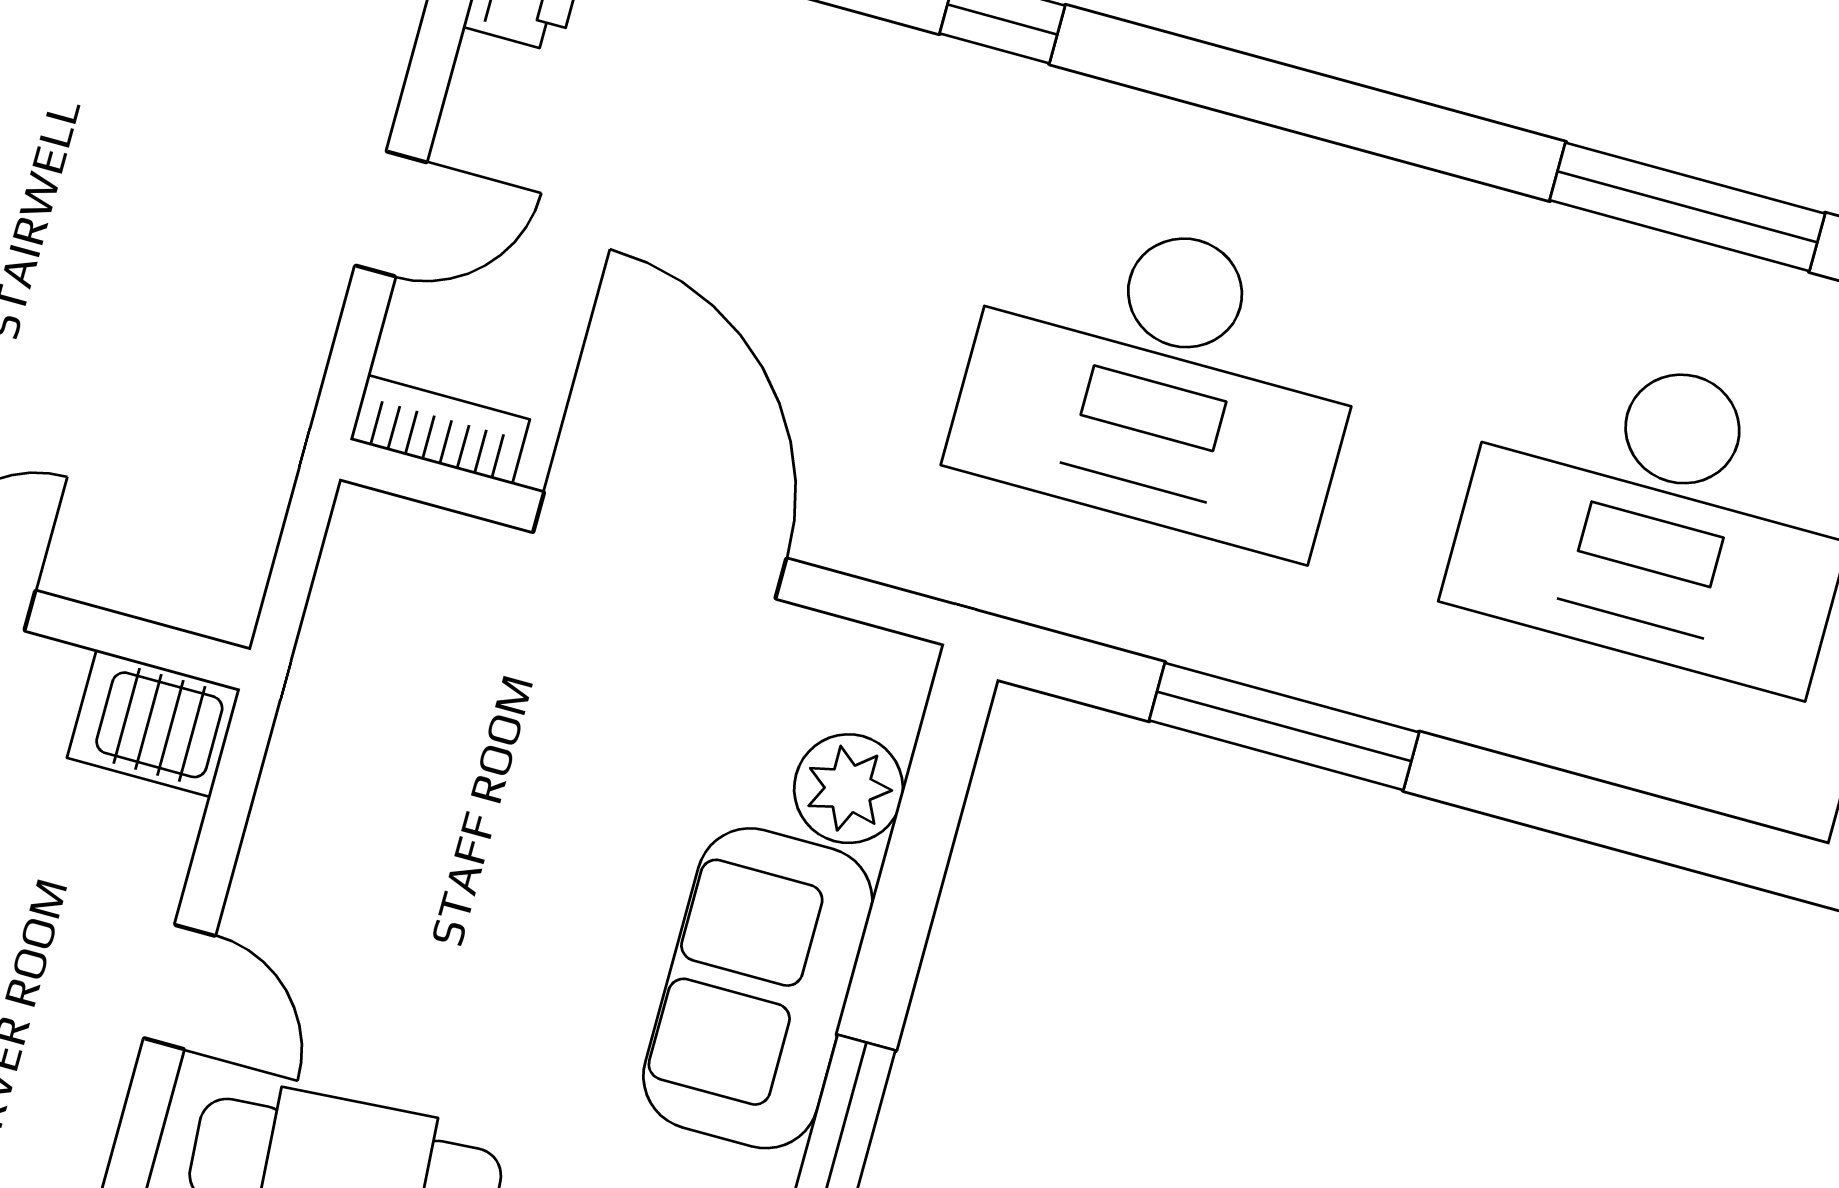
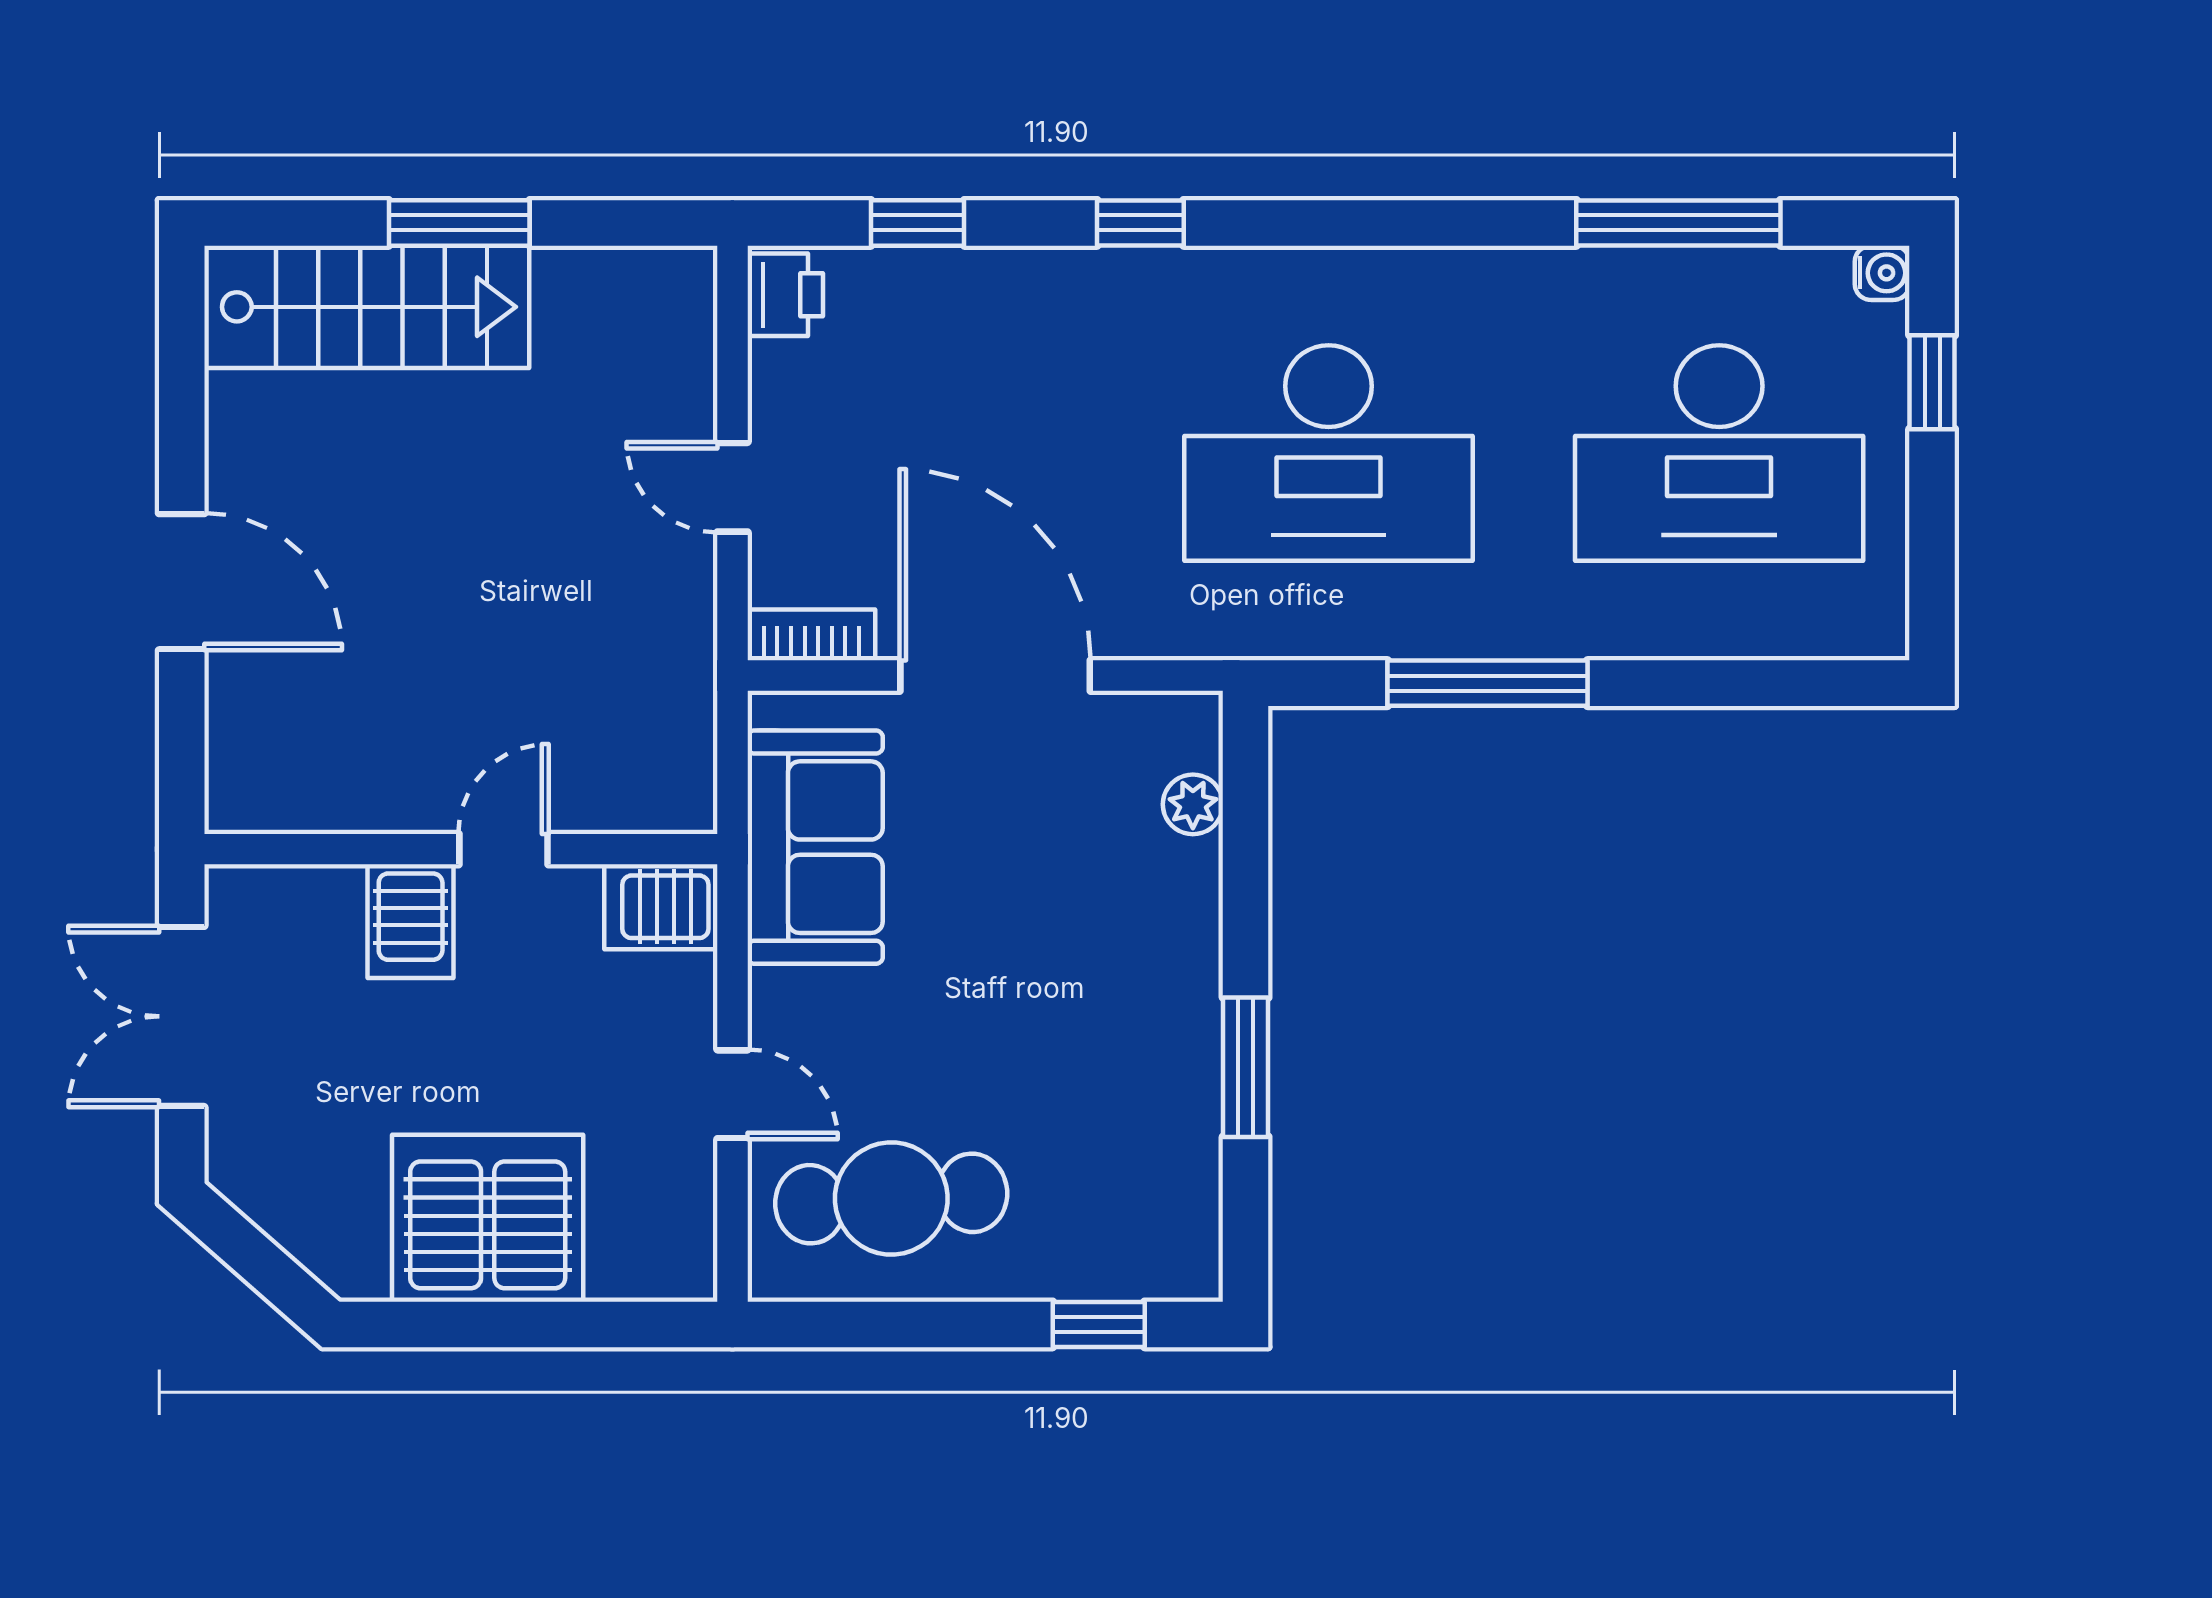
door: (391, 214) -> (732, 487), swing flipped
plant: (849, 789) -> (1193, 804), width x0.73, depth x0.73
sofa: (758, 988) -> (815, 847), moved, turned 180

